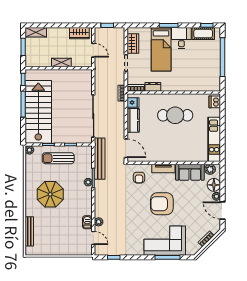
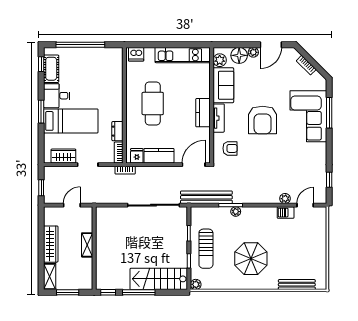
wardrobe: (79, 33) -> (51, 244), moved, width x1.50
stairs: (38, 112) -> (159, 279), width x0.73, depth x0.66
kitchen counter: (168, 156) -> (203, 113), added

